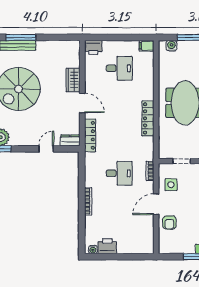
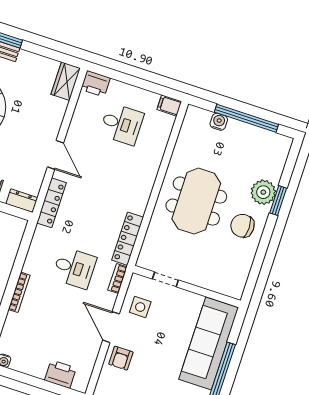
water cooler: (171, 46) -> (219, 122), moved
wardrobe: (73, 80) -> (66, 81), moved
locker: (148, 118) -> (128, 239), moved
door: (156, 204) -> (111, 327), hinge flipped
printer: (107, 246) -> (60, 374), moved

